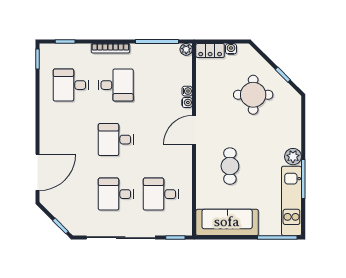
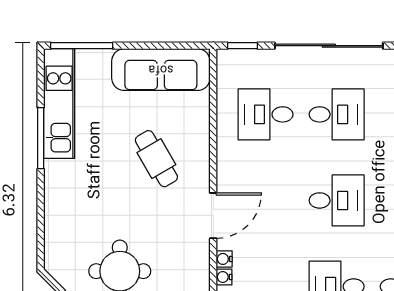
plant: (293, 157) -> (57, 174), removed
cafe table: (230, 166) -> (156, 159), turned -30
desk: (161, 194) -> (266, 114), turned 180

